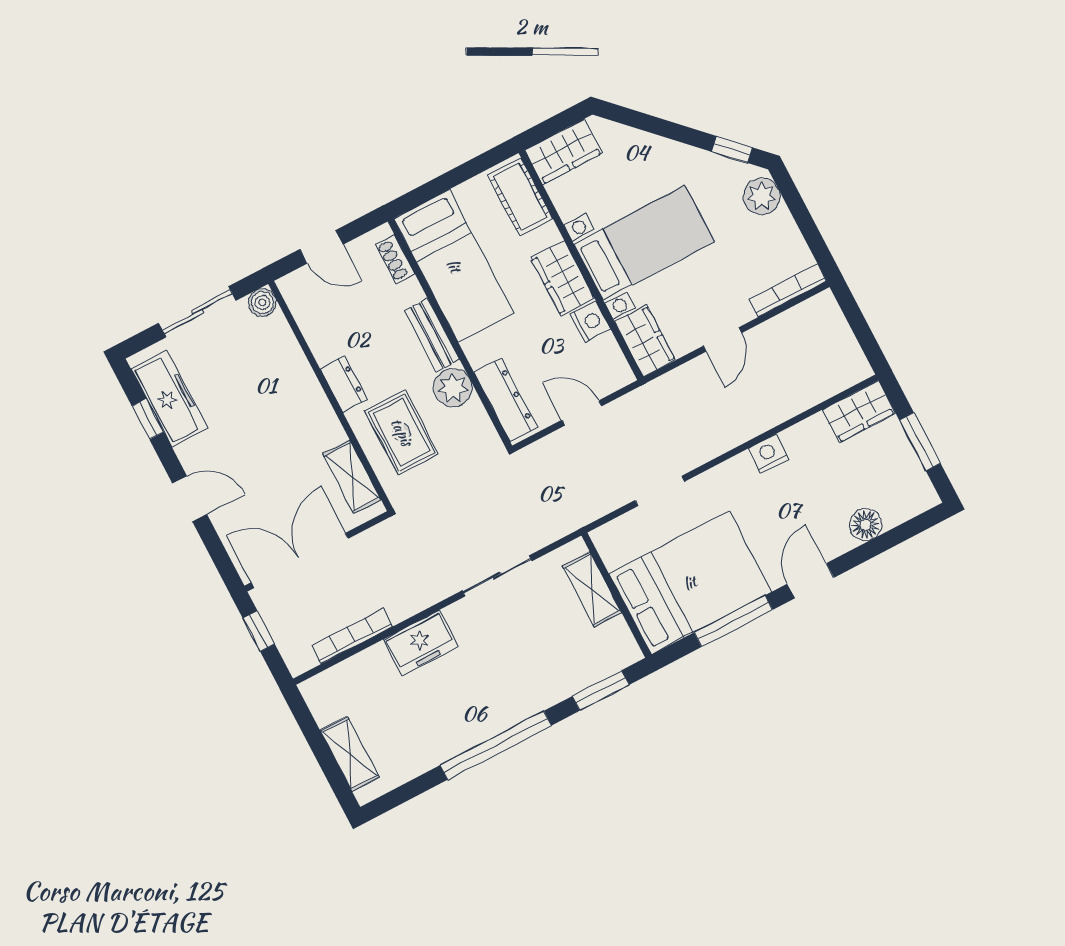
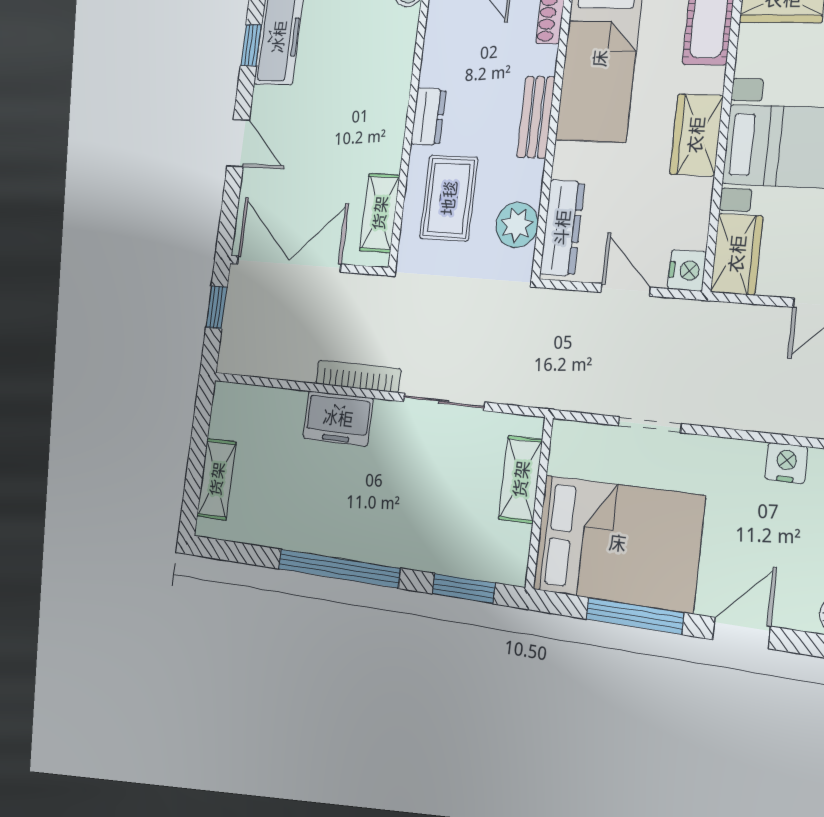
nightstand: (590, 322) -> (687, 270), moved
plant: (453, 388) -> (517, 225), moved
bookcase: (352, 636) -> (358, 376), moved

